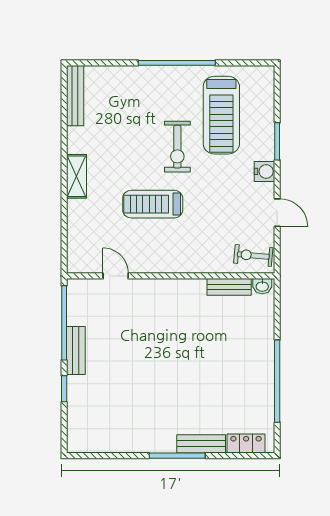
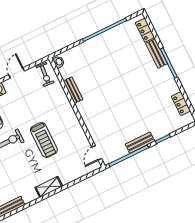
door: (116, 276) -> (97, 153), moved
bench: (229, 287) -> (73, 90), moved
locker: (105, 444) -> (181, 104), added

